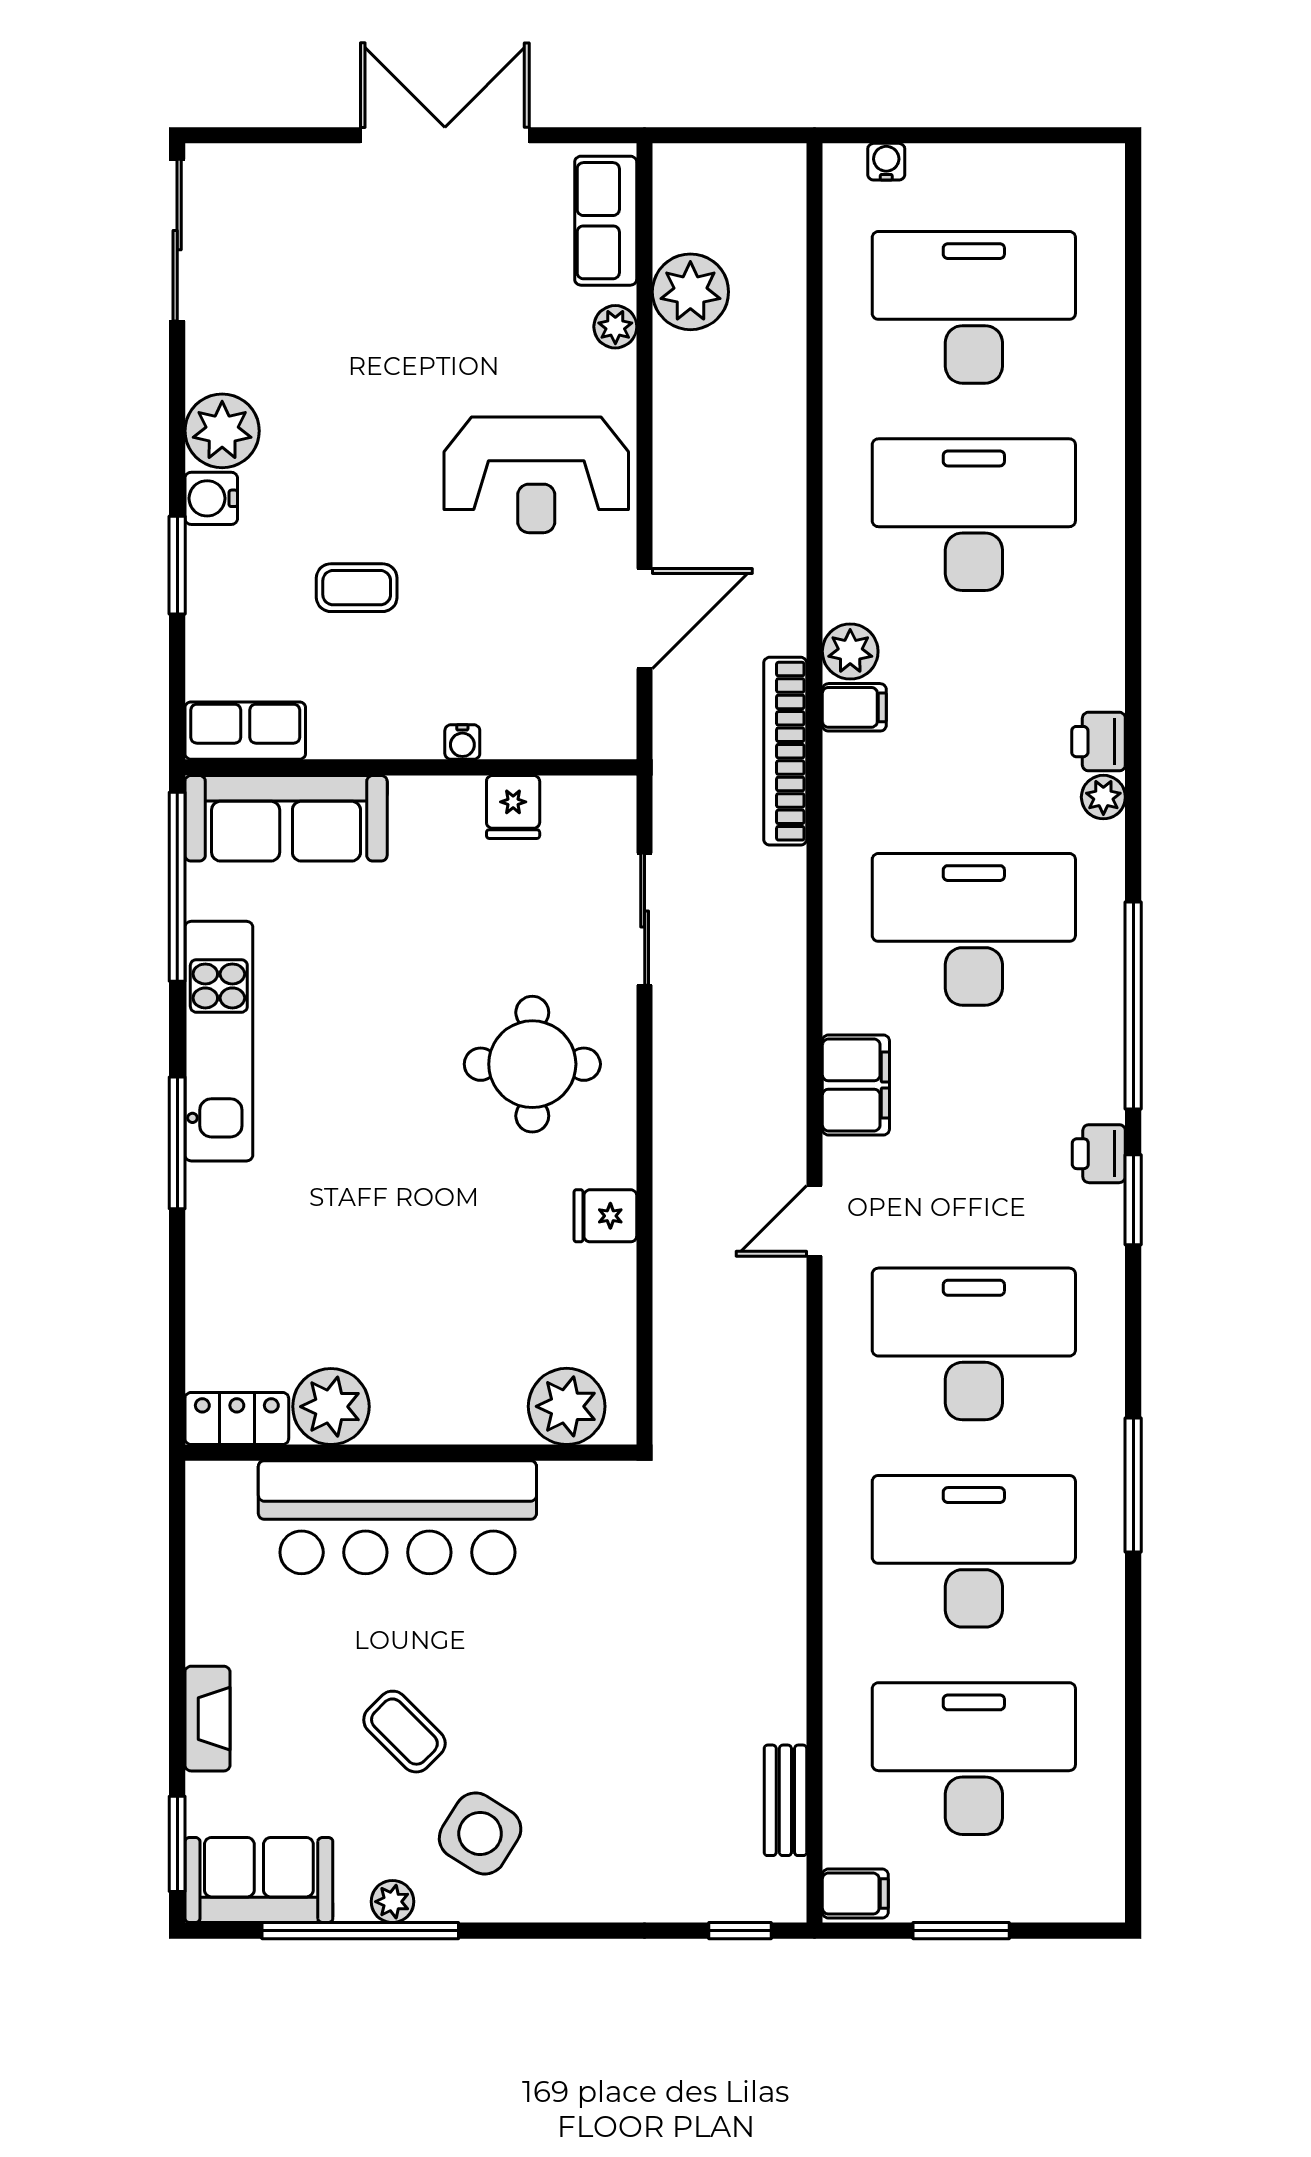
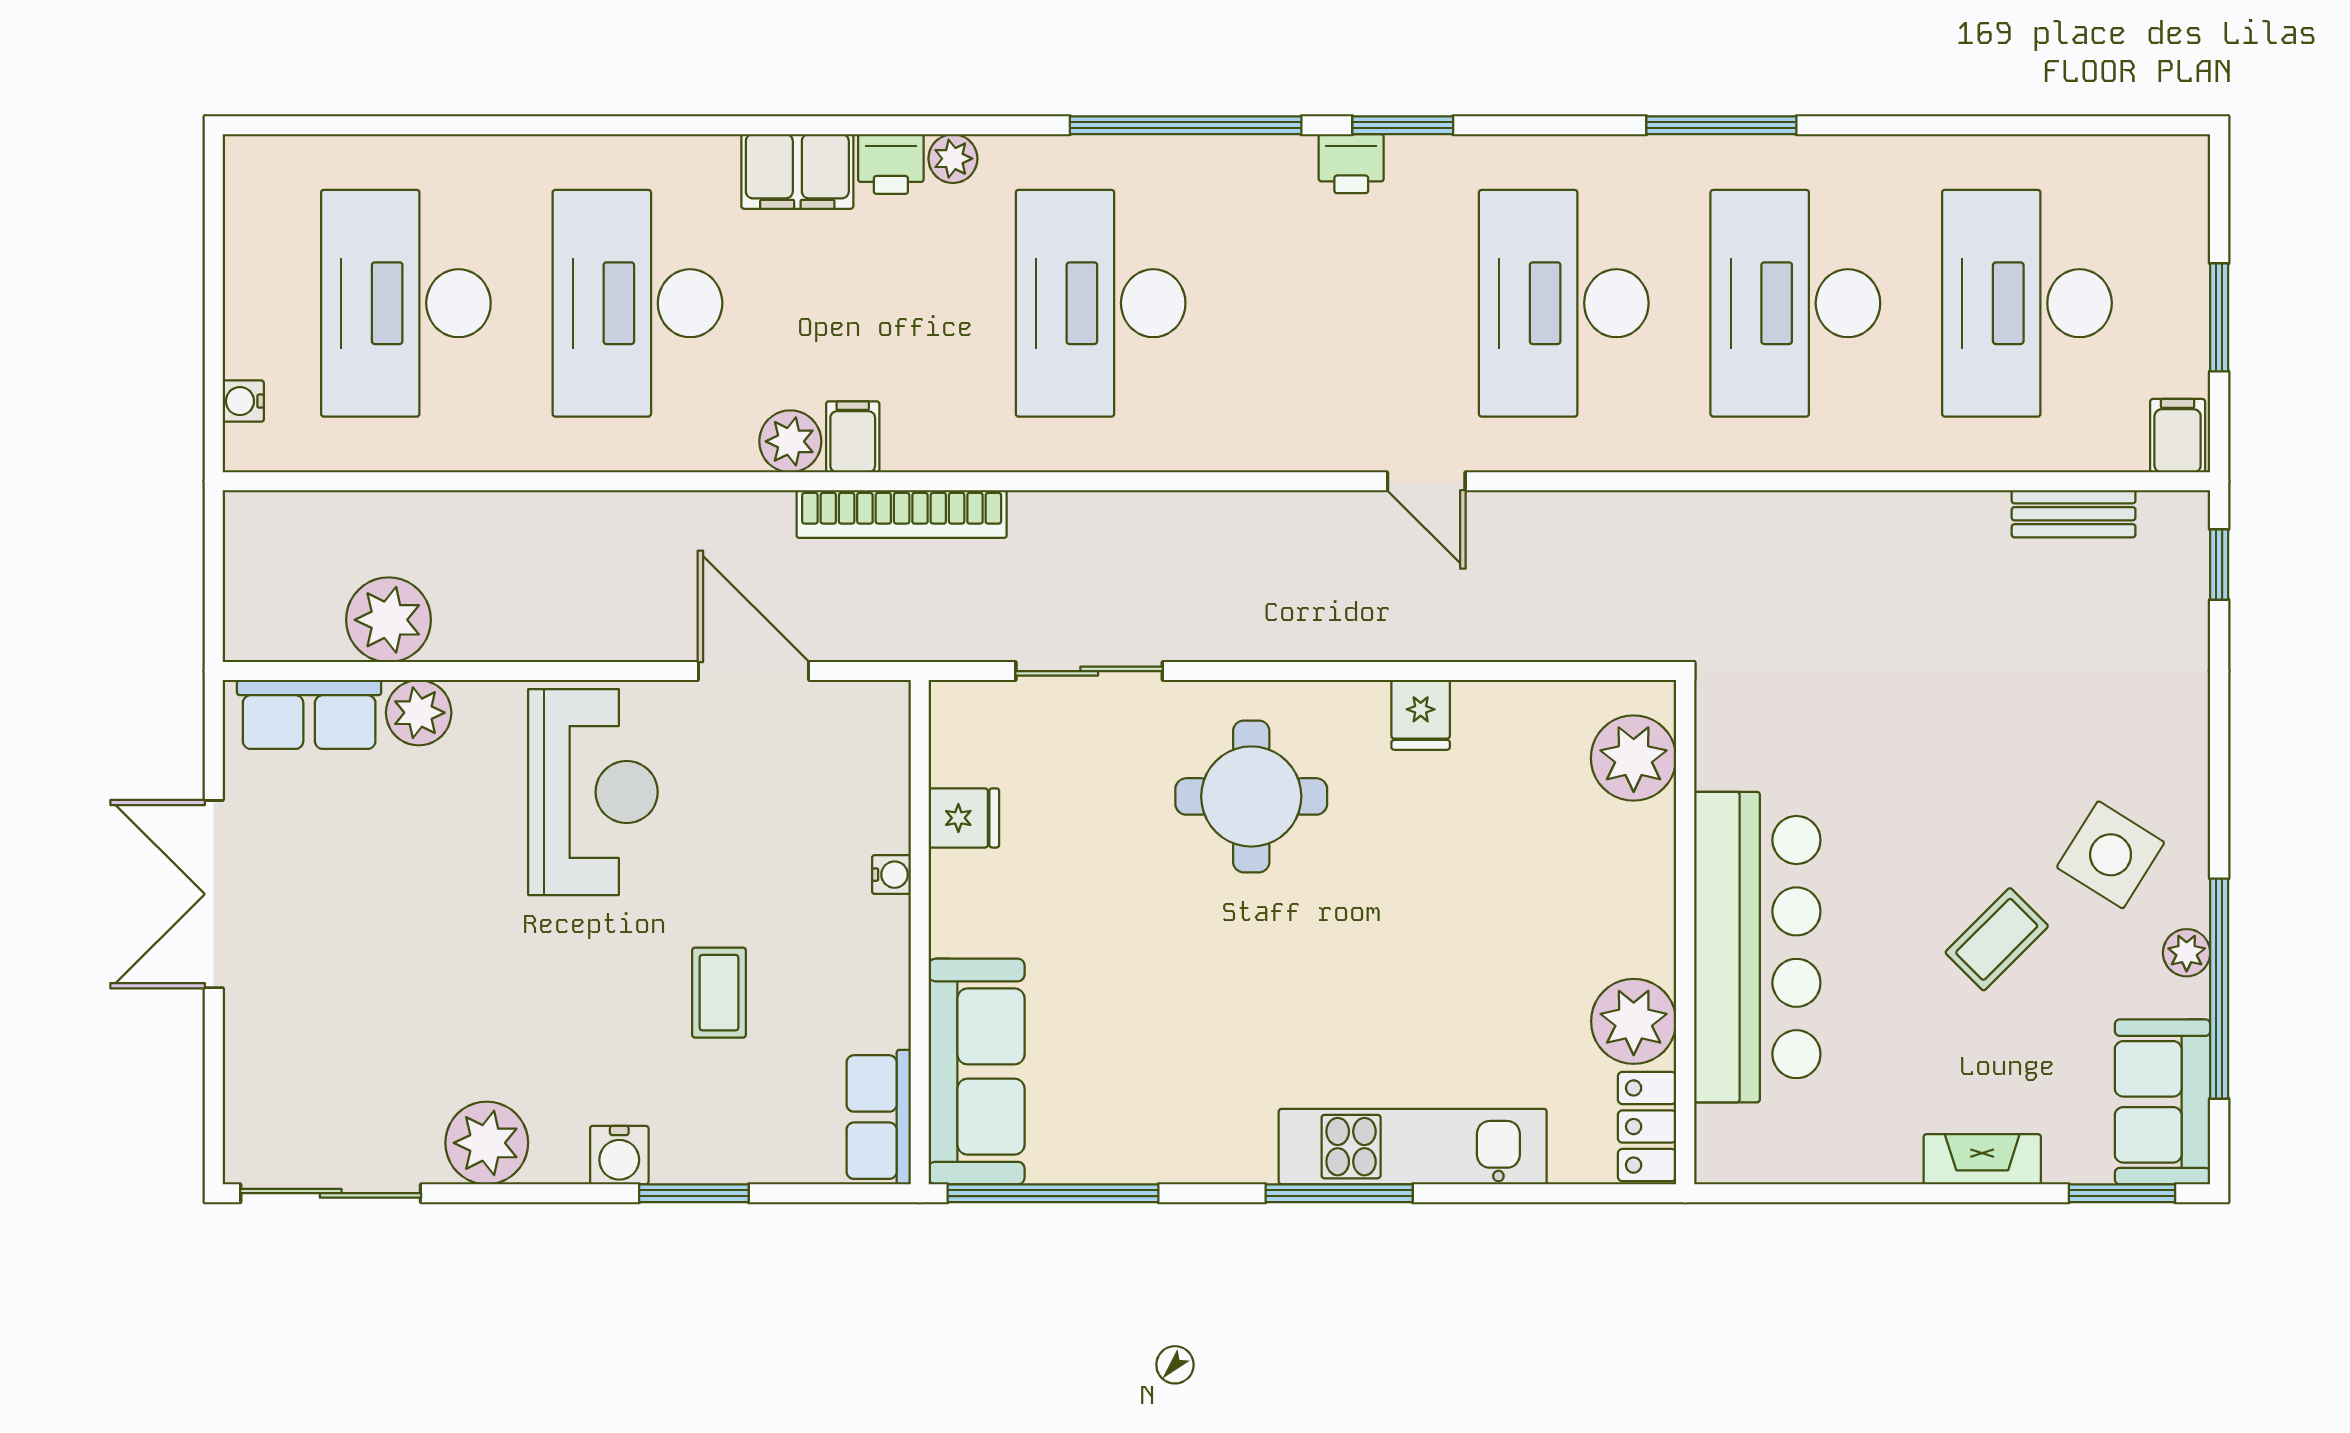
plant: (615, 327) -> (419, 713), width x1.38, depth x1.38
plant: (222, 431) -> (487, 1143), moved
kitchen unit: (219, 1041) -> (1413, 1147), moved
filing cabinet: (856, 1085) -> (797, 171), moved, turned 180

